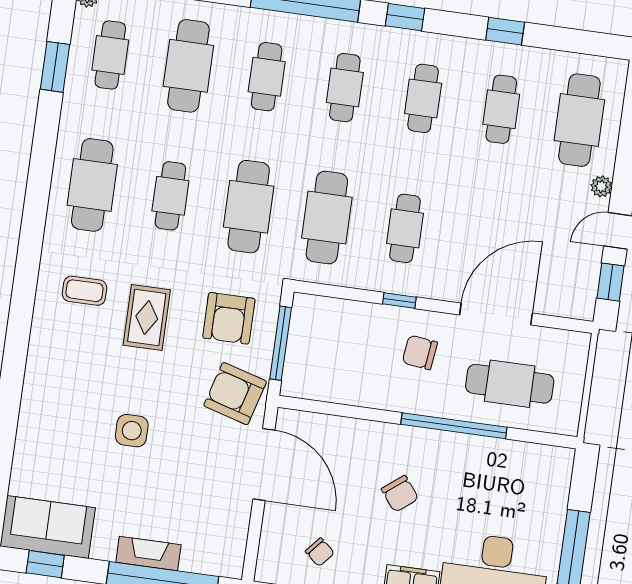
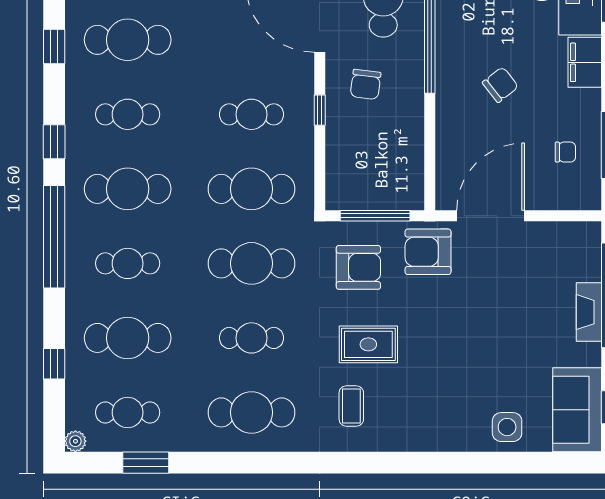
cafe table: (345, 88) -> (128, 189), width x1.37, depth x1.35
cafe table: (501, 109) -> (128, 40), width x1.37, depth x1.35
armchair: (235, 394) -> (428, 252), turned 74
side table: (132, 431) -> (507, 427), moved
chair: (320, 552) -> (565, 152), turned 49

